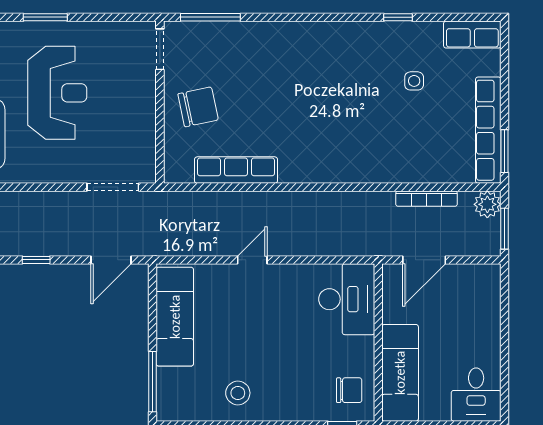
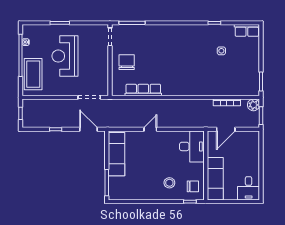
reception desk: (57, 93) -> (65, 56), turned 180
chair: (198, 107) -> (127, 62), turned -78
row of seats: (488, 130) -> (254, 72), removed
door: (111, 260) -> (89, 129), swing flipped
stool: (238, 393) -> (169, 183), moved

